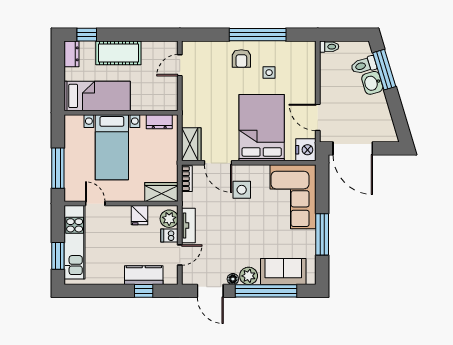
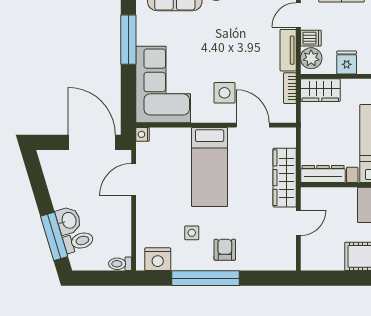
nightstand: (298, 51) -> (158, 259), added
door: (180, 65) -> (298, 223), moved
door: (318, 117) -> (134, 179), swing flipped
dresser: (159, 122) -> (323, 174), width x1.44
bed: (262, 128) -> (210, 167), width x0.67
wardrobe: (191, 144) -> (285, 178), moved, width x1.50
nightstand: (306, 150) -> (142, 134), width x0.53, depth x0.56
bookcase: (187, 179) -> (290, 88), moved

